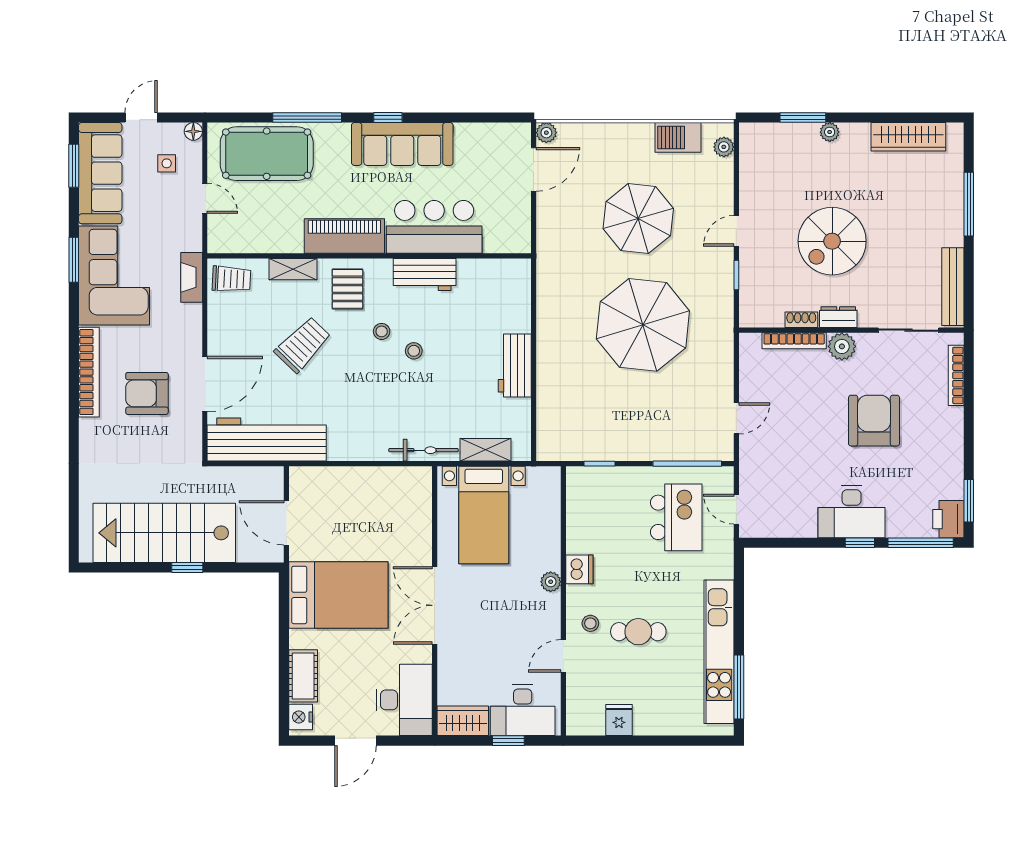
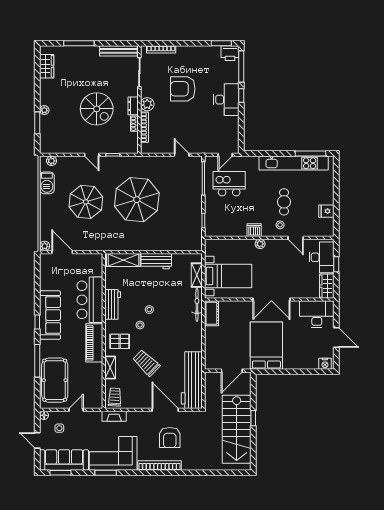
wardrobe: (908, 137) -> (47, 66), width x0.67
shelving: (517, 297) -> (123, 260), added
cot: (303, 676) -> (211, 313), moved, turned 90

